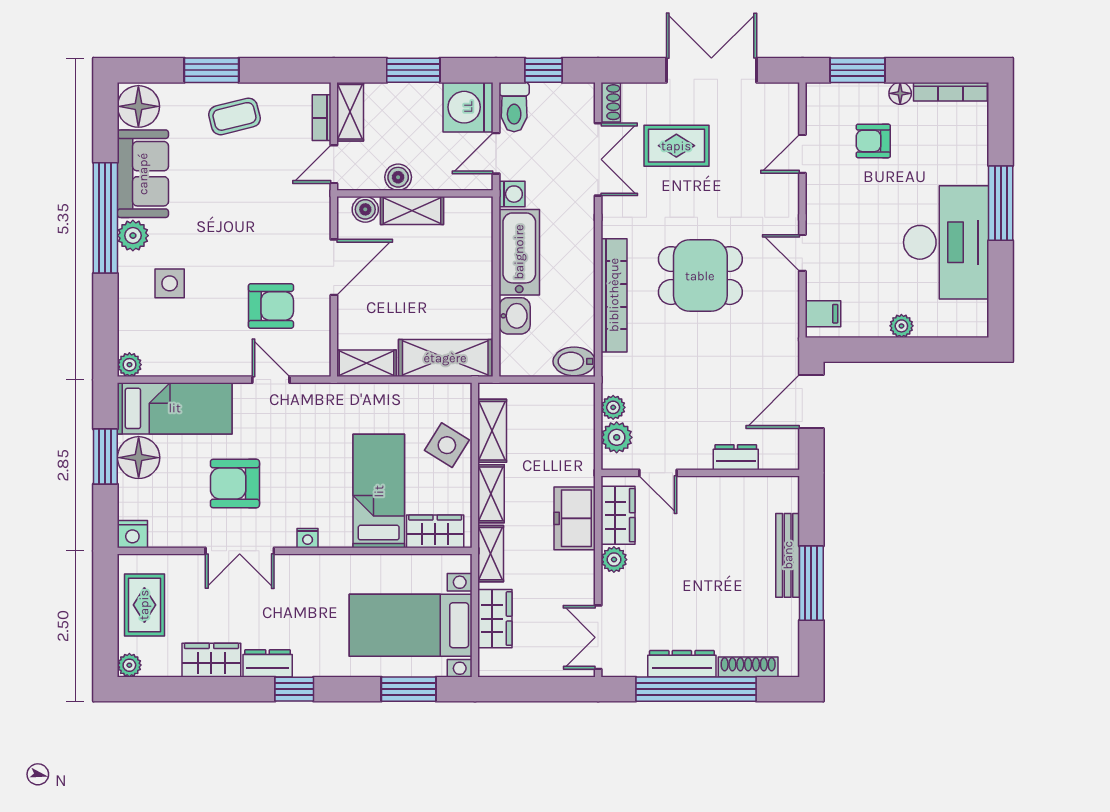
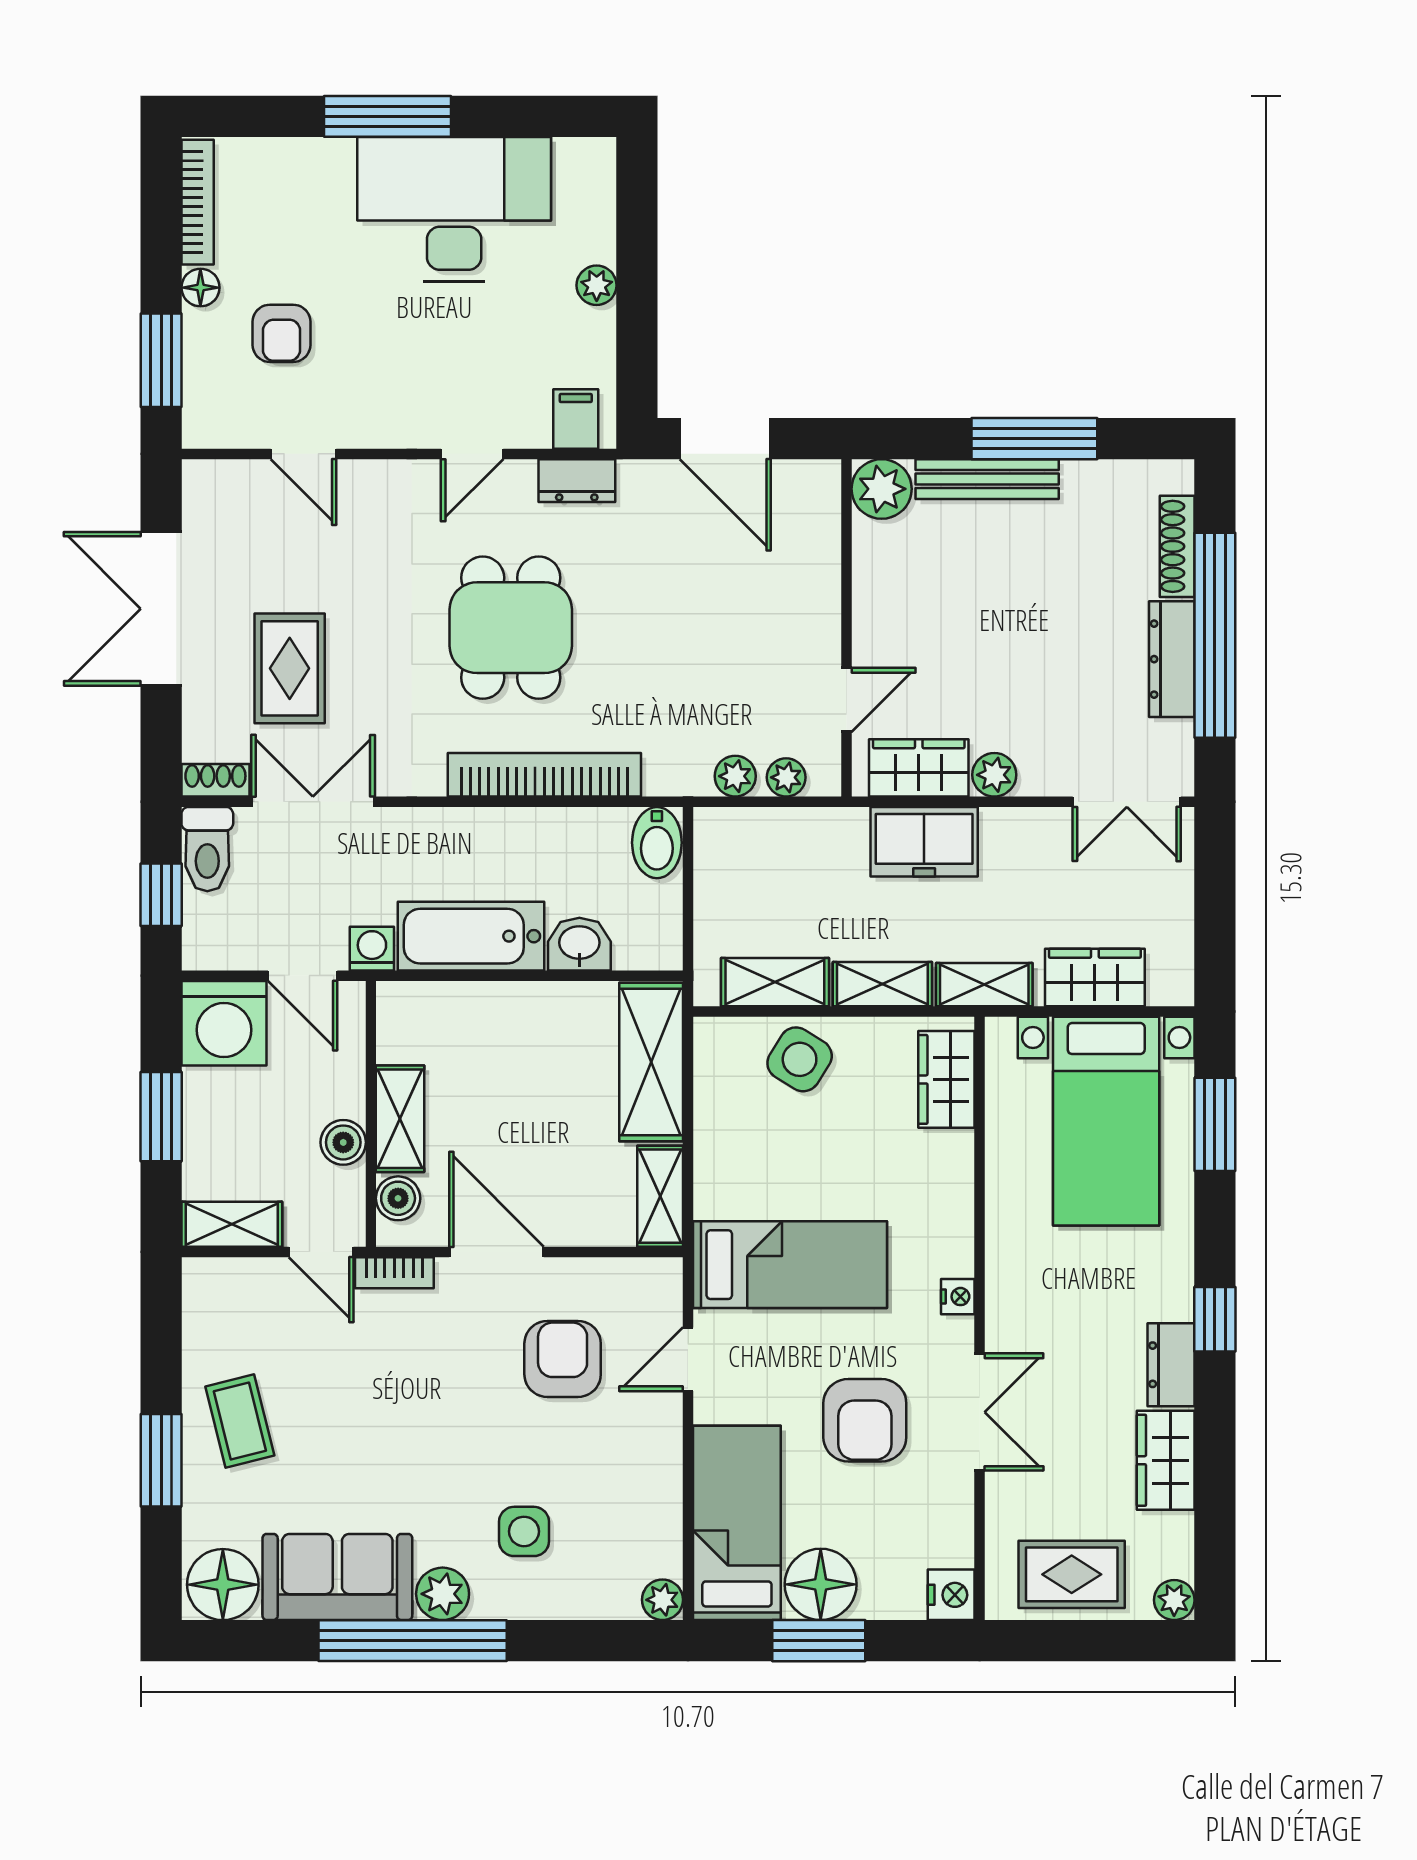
toilet: (514, 107) -> (207, 849), moved, turned 90
bookcase: (322, 118) -> (394, 1273), moved
plant: (617, 437) -> (786, 777), width x0.73, depth x0.73
dresser: (736, 457) -> (577, 481), moved, turned -90
bed: (379, 491) -> (790, 1265), moved, turned 180
plant: (782, 493) -> (882, 489), added

